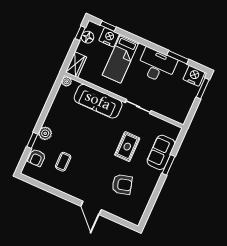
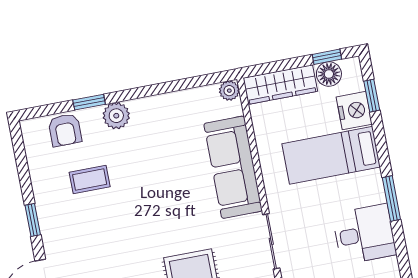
window: (178, 57) -> (391, 199), moved
wardrobe: (76, 65) -> (280, 85), width x1.50
desk: (157, 66) -> (364, 234), width x0.73
armchair: (37, 158) -> (65, 130), turned -90
window: (63, 196) -> (33, 220), added

